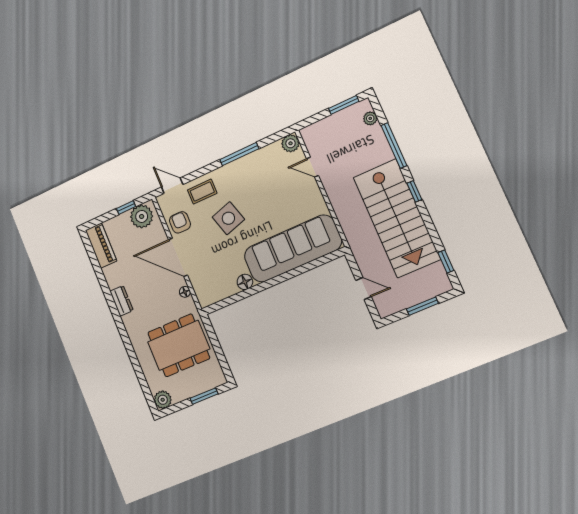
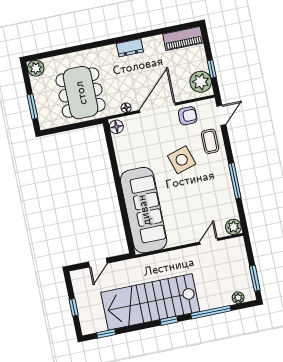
floor lamp: (245, 282) -> (116, 127), moved
window: (422, 306) -> (74, 307), width x0.67

